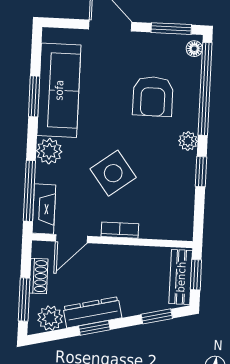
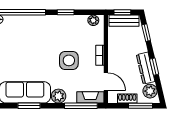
armchair: (153, 96) -> (26, 41), removed
plant: (188, 141) -> (93, 20), moved
side table: (113, 173) -> (69, 60), turned 37

